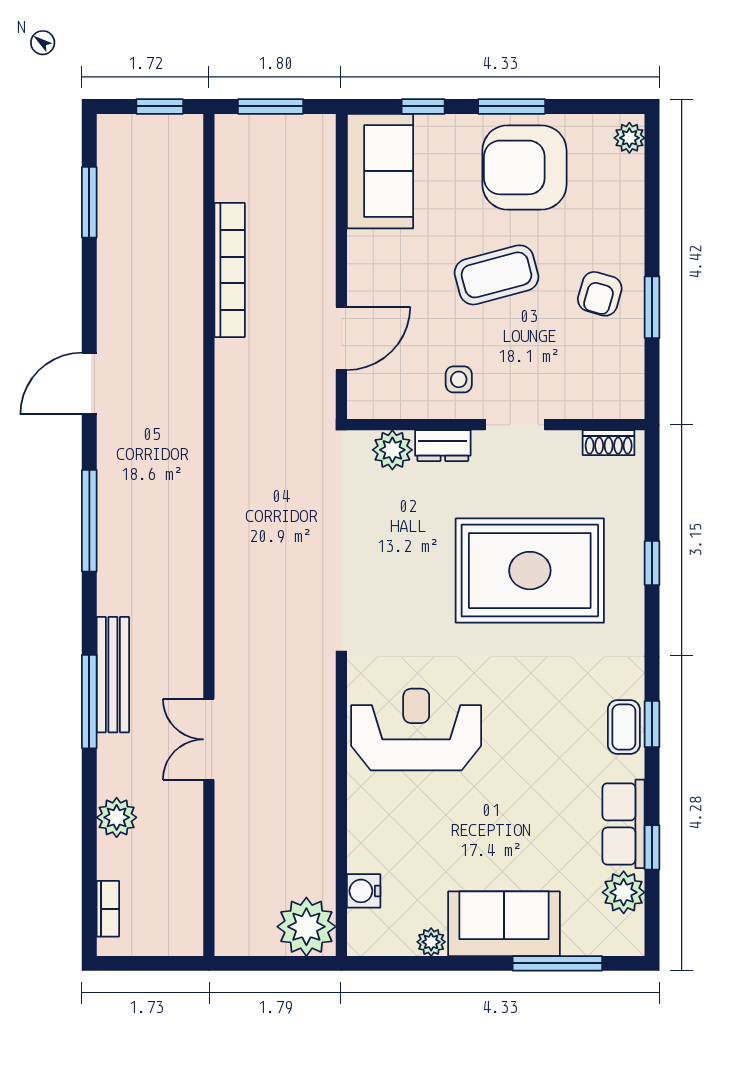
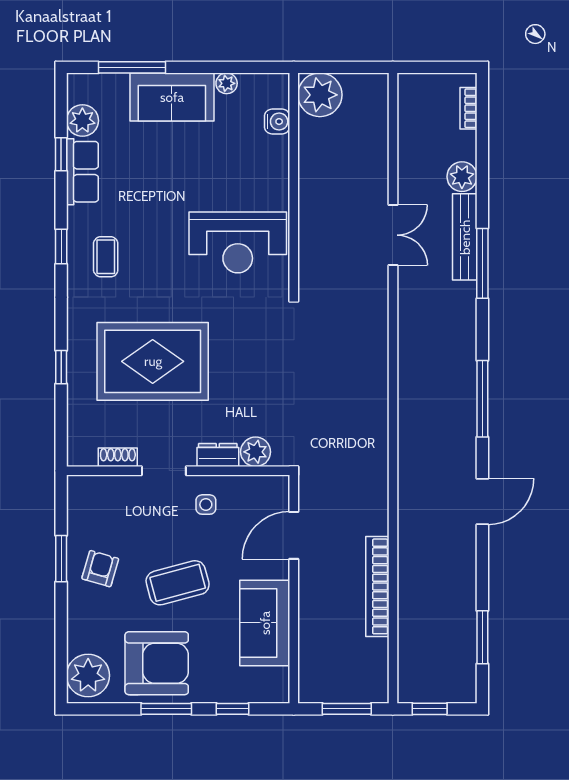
plant: (629, 138) -> (88, 675), width x1.87, depth x1.87
sofa: (380, 171) -> (265, 623), moved
shoe rack: (609, 443) -> (118, 457), moved
bench: (113, 675) -> (465, 237), moved
coffee table: (624, 727) -> (106, 257), moved

